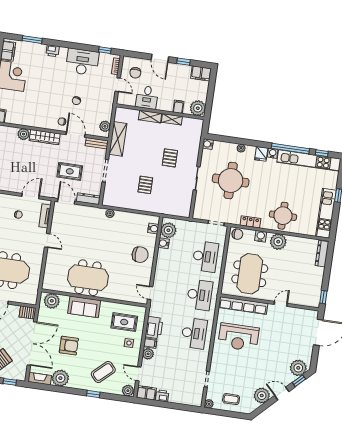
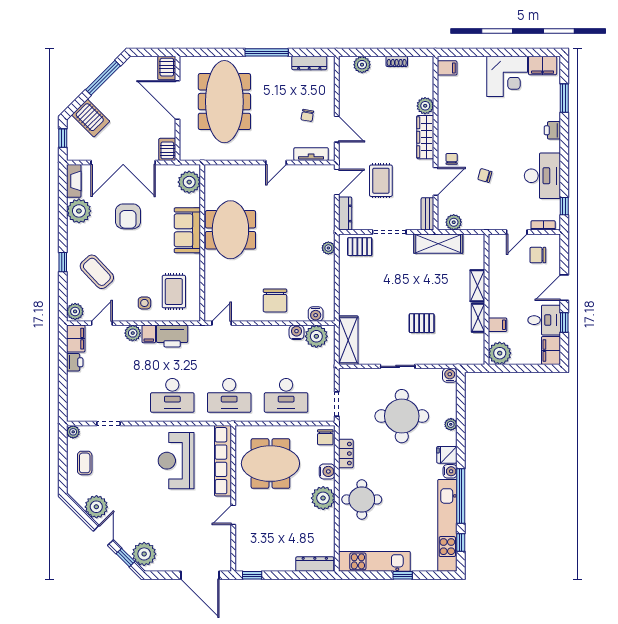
desk: (147, 97) -> (544, 320), moved, turned 180
pallet: (145, 185) -> (360, 247), moved
shelving: (174, 209) -> (348, 340), added
door: (281, 304) -> (233, 515), swing flipped

